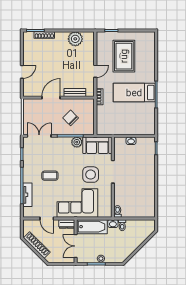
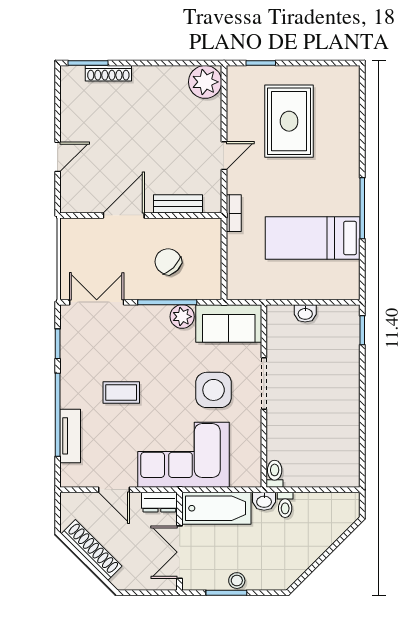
plant: (75, 39) -> (205, 82), moved
bed: (134, 93) -> (313, 238), moved

